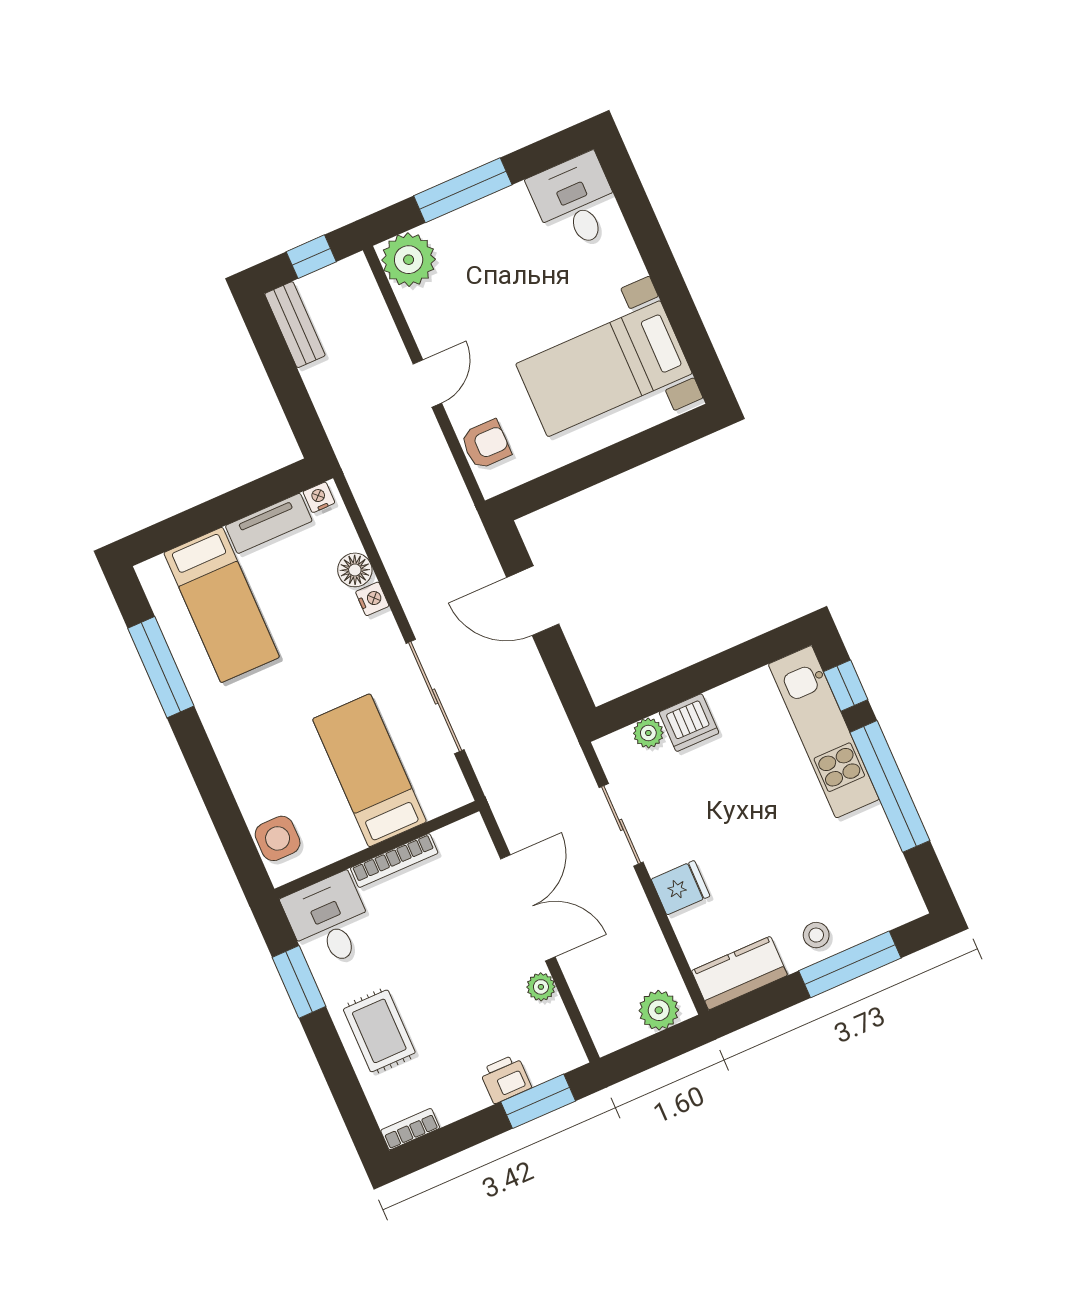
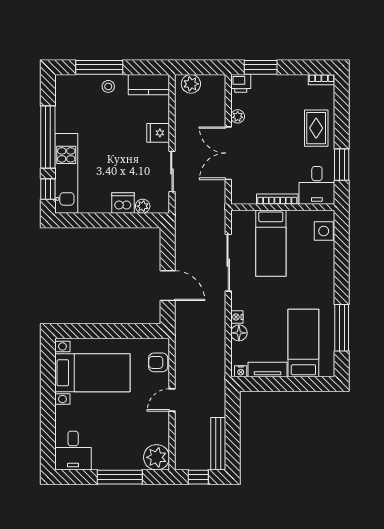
bench: (295, 325) -> (218, 444), width x1.36
printer: (505, 1079) -> (241, 83), moved

